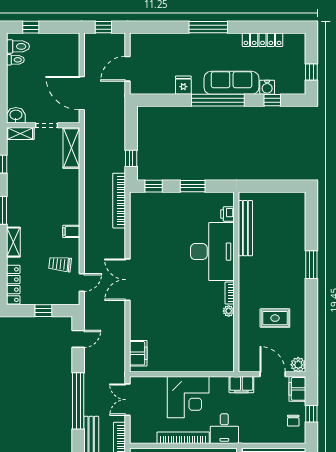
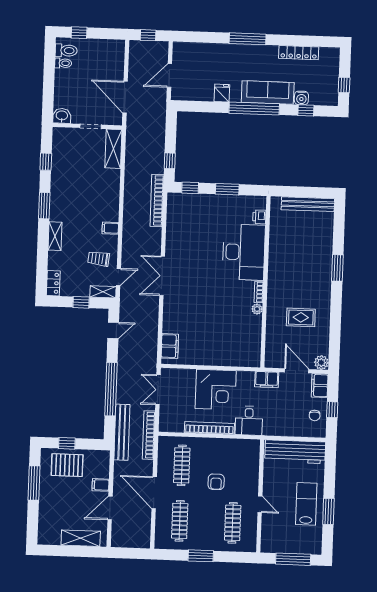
shelving: (20, 133) -> (103, 292), moved
bench: (245, 228) -> (308, 204), moved, turned 90
locker: (13, 285) -> (53, 283), width x0.66

